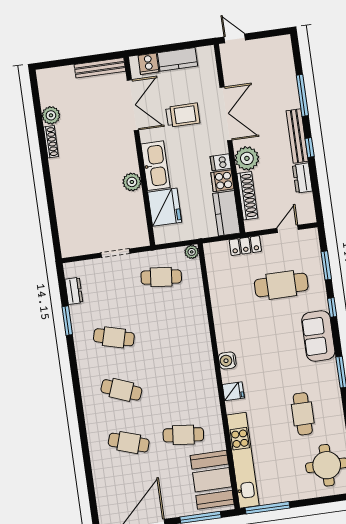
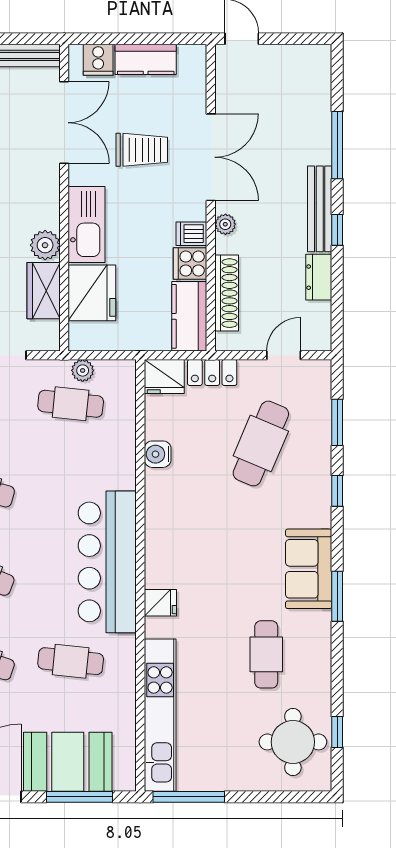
plant: (247, 158) -> (225, 224), width x0.53, depth x0.53
wardrobe: (135, 210) -> (44, 291), added
plant: (192, 252) -> (83, 370), moved
fridge: (216, 252) -> (164, 376), added
cafe table: (281, 285) -> (261, 443), turned -67
sofa: (318, 336) -> (309, 569), moved
water cooler: (227, 361) -> (158, 454), moved
bar counter: (197, 371) -> (107, 562), added
booth: (212, 480) -> (68, 762), moved, turned 90

